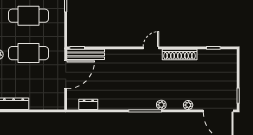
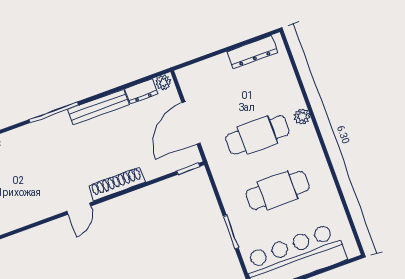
bench: (86, 54) -> (98, 107), moved
shoe rack: (180, 55) -> (117, 184), moved
plant: (161, 105) -> (163, 82), moved

